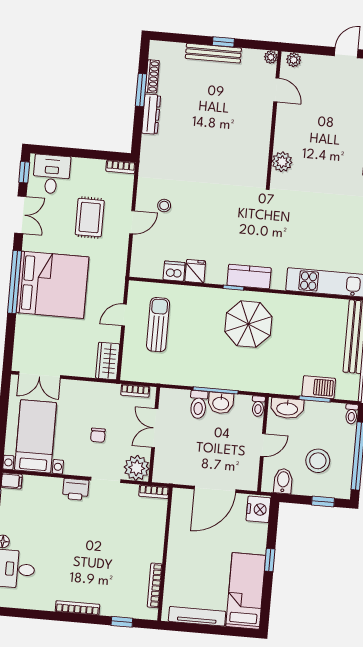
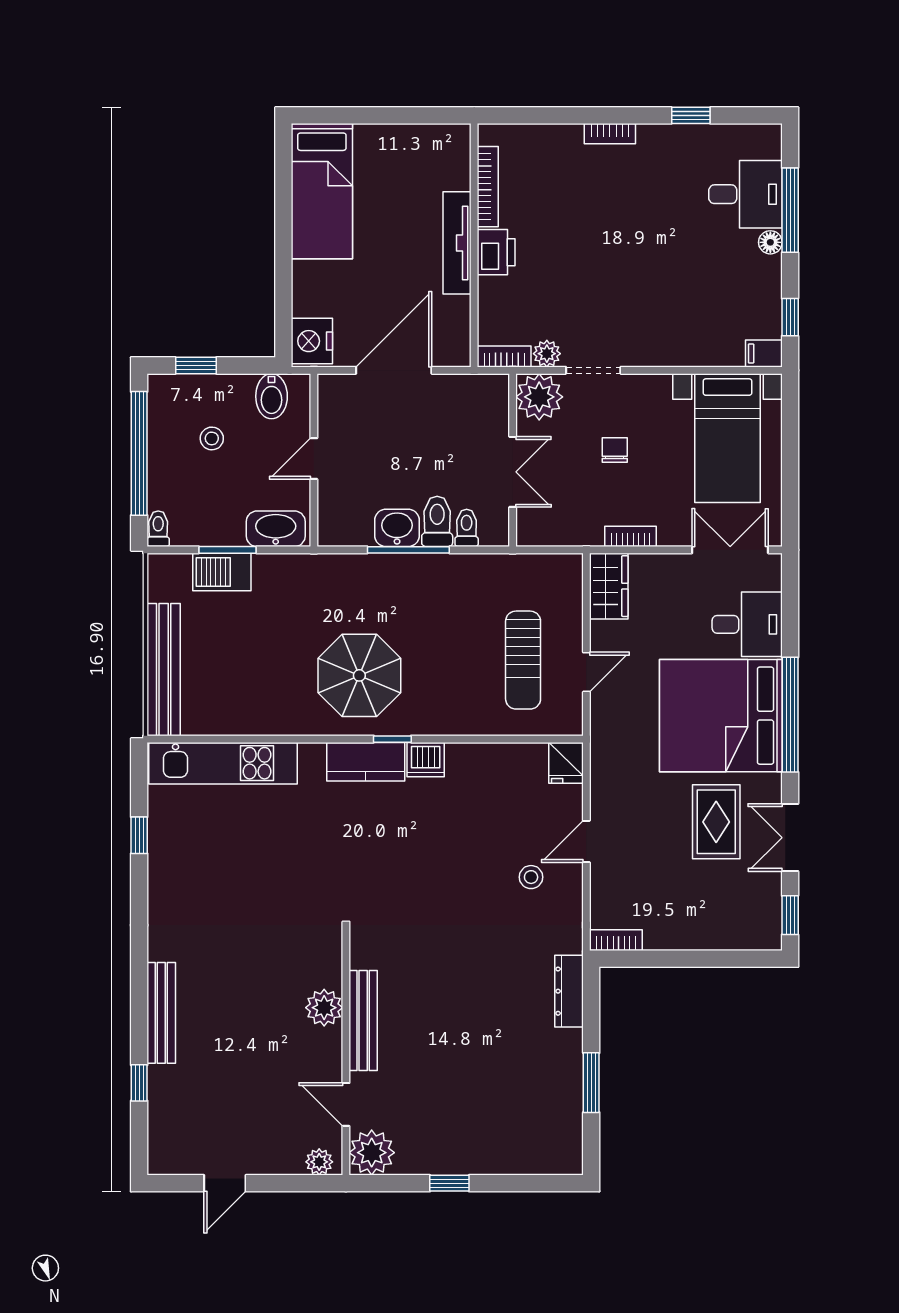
bench: (213, 53) -> (363, 1021), moved, turned 90
plant: (271, 57) -> (372, 1153), width x1.87, depth x1.87
shoe rack: (152, 76) -> (573, 1109), removed
dresser: (151, 114) -> (569, 991), moved
plant: (282, 162) -> (324, 1008), moved
desk: (52, 174) -> (747, 624), moved, turned -90
rug: (90, 218) -> (716, 822), moved
dishwasher: (174, 271) -> (426, 760), moved
fridge: (195, 271) -> (566, 763), moved
bookcase: (135, 391) -> (630, 536), moved
toilet: (258, 406) -> (467, 528), moved
stool: (318, 461) -> (212, 438), width x0.53, depth x0.53
printer: (76, 489) -> (496, 252), moved, turned 90
plant: (130, 491) -> (547, 354), added
window: (270, 560) -> (283, 251), removed
bookcase: (77, 608) -> (610, 134), width x0.64
tv unit: (197, 616) -> (457, 243), moved, turned 90
window: (122, 622) -> (691, 115), moved

